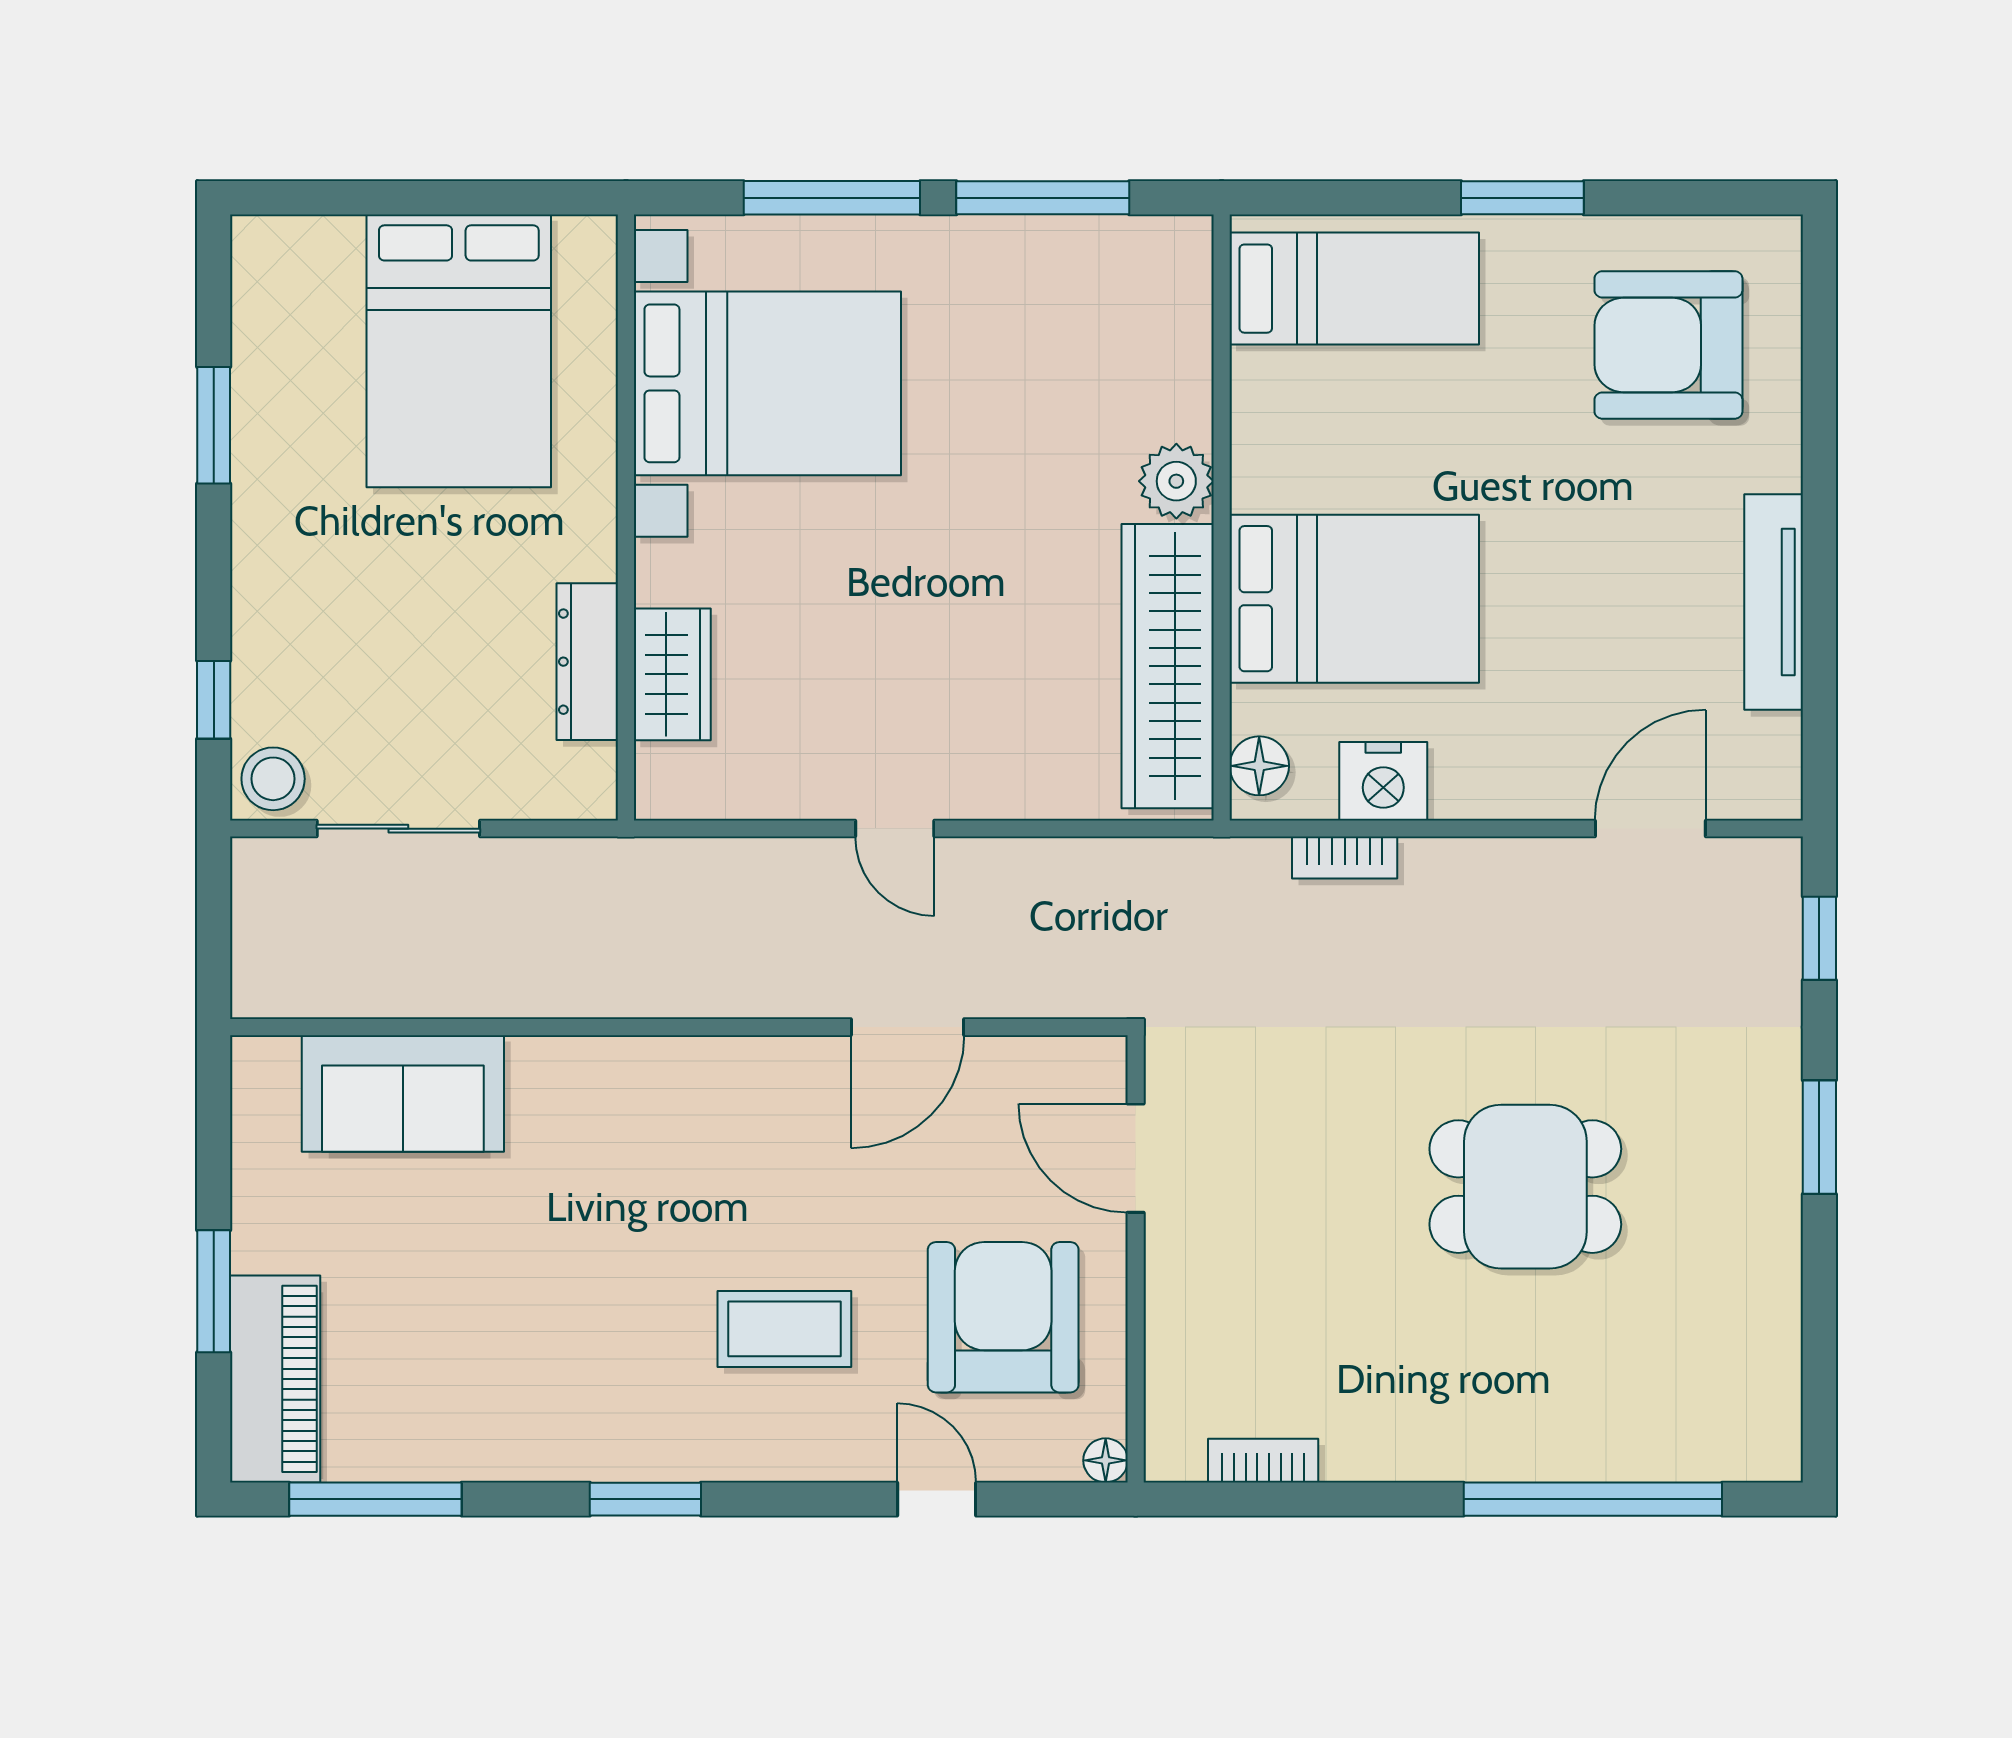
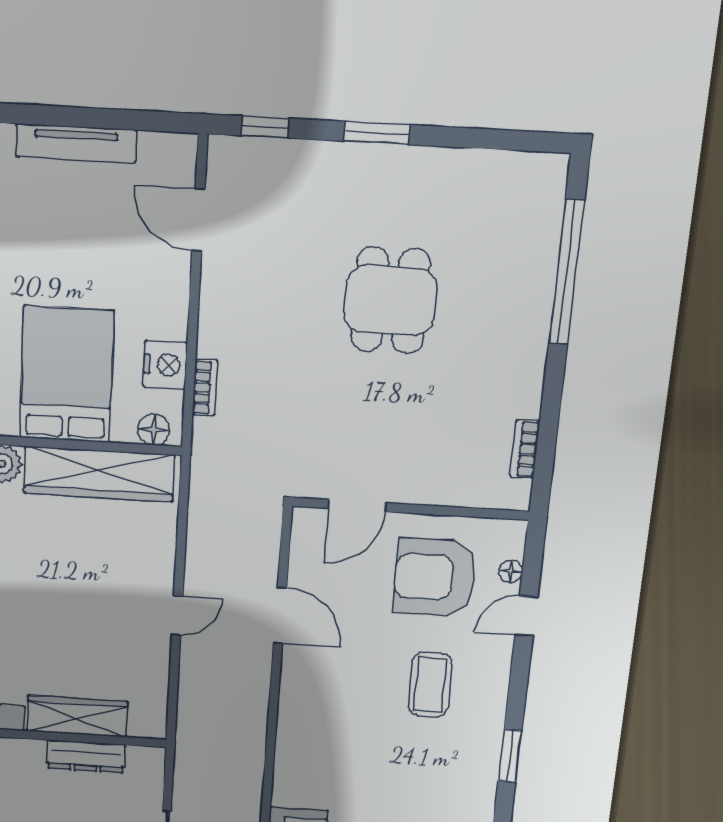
wardrobe: (672, 674) -> (77, 716), width x1.50
floor lamp: (1106, 1460) -> (511, 571), moved

